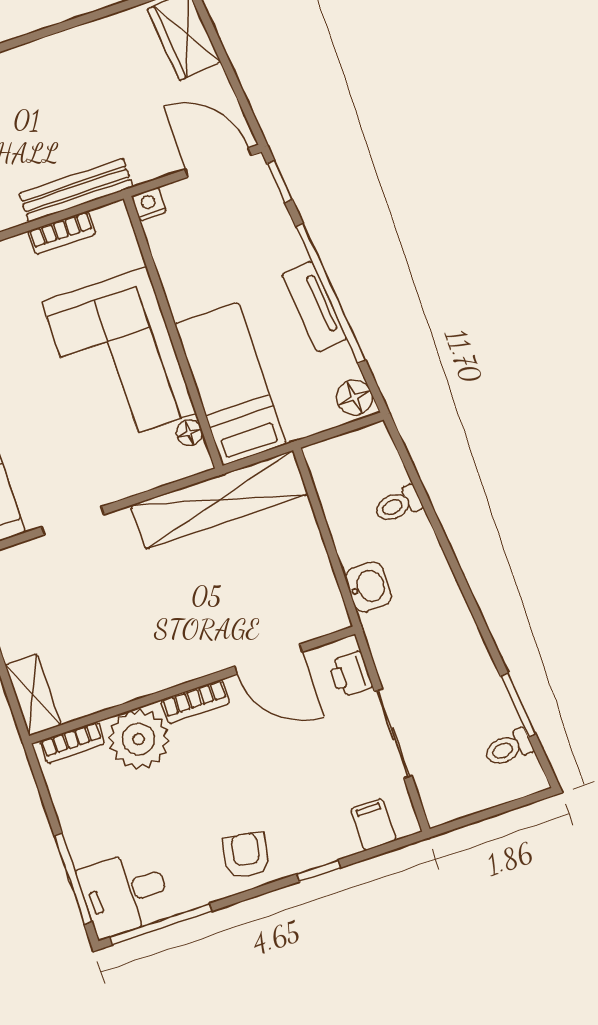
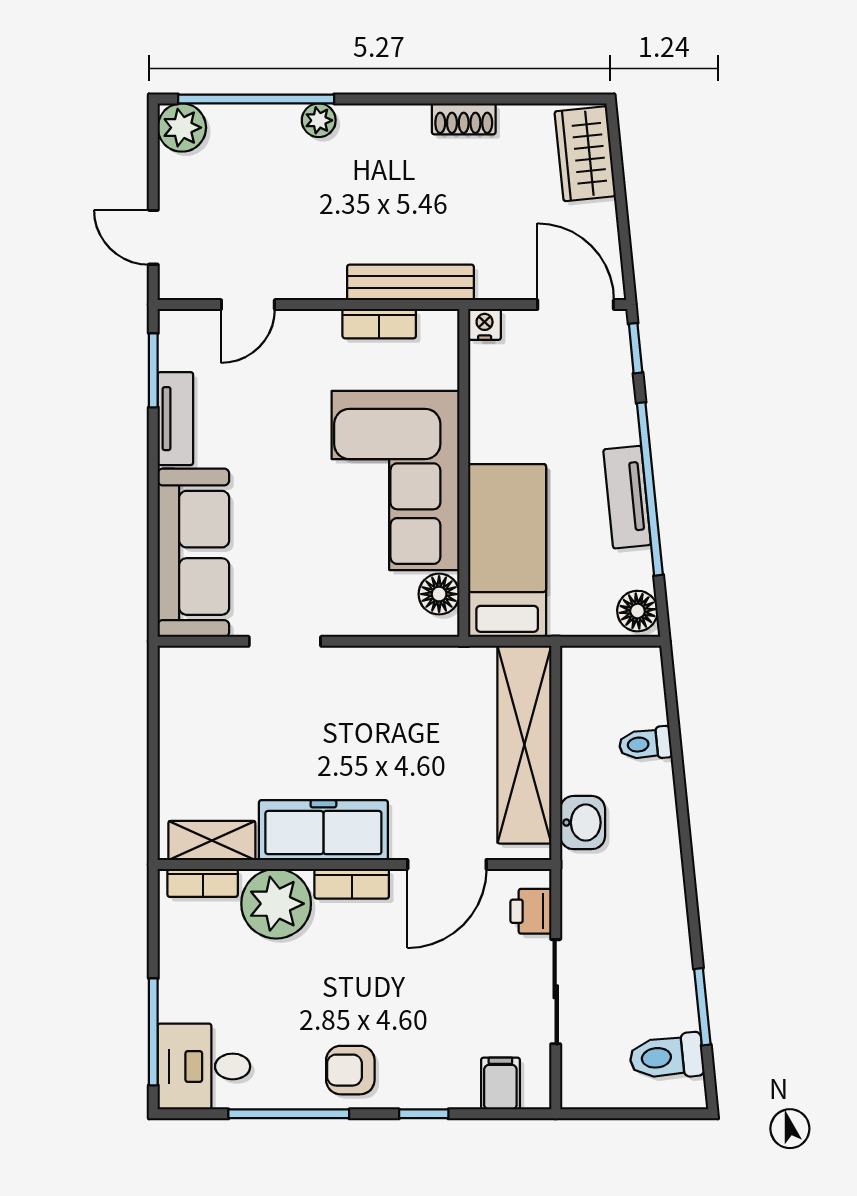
shoe rack: (74, 41) -> (464, 119), added
floor lamp: (189, 433) -> (439, 594), width x1.37, depth x1.37
shelving: (219, 500) -> (524, 745), moved, turned 90
door: (268, 659) -> (447, 864), hinge flipped
freezer: (157, 665) -> (323, 830), added
shelving: (33, 695) -> (212, 840), moved, turned 90
toilet: (508, 748) -> (667, 1057), width x1.37, depth x1.39
armchair: (246, 855) -> (350, 1070), turned -101
window: (161, 924) -> (289, 1114), moved

